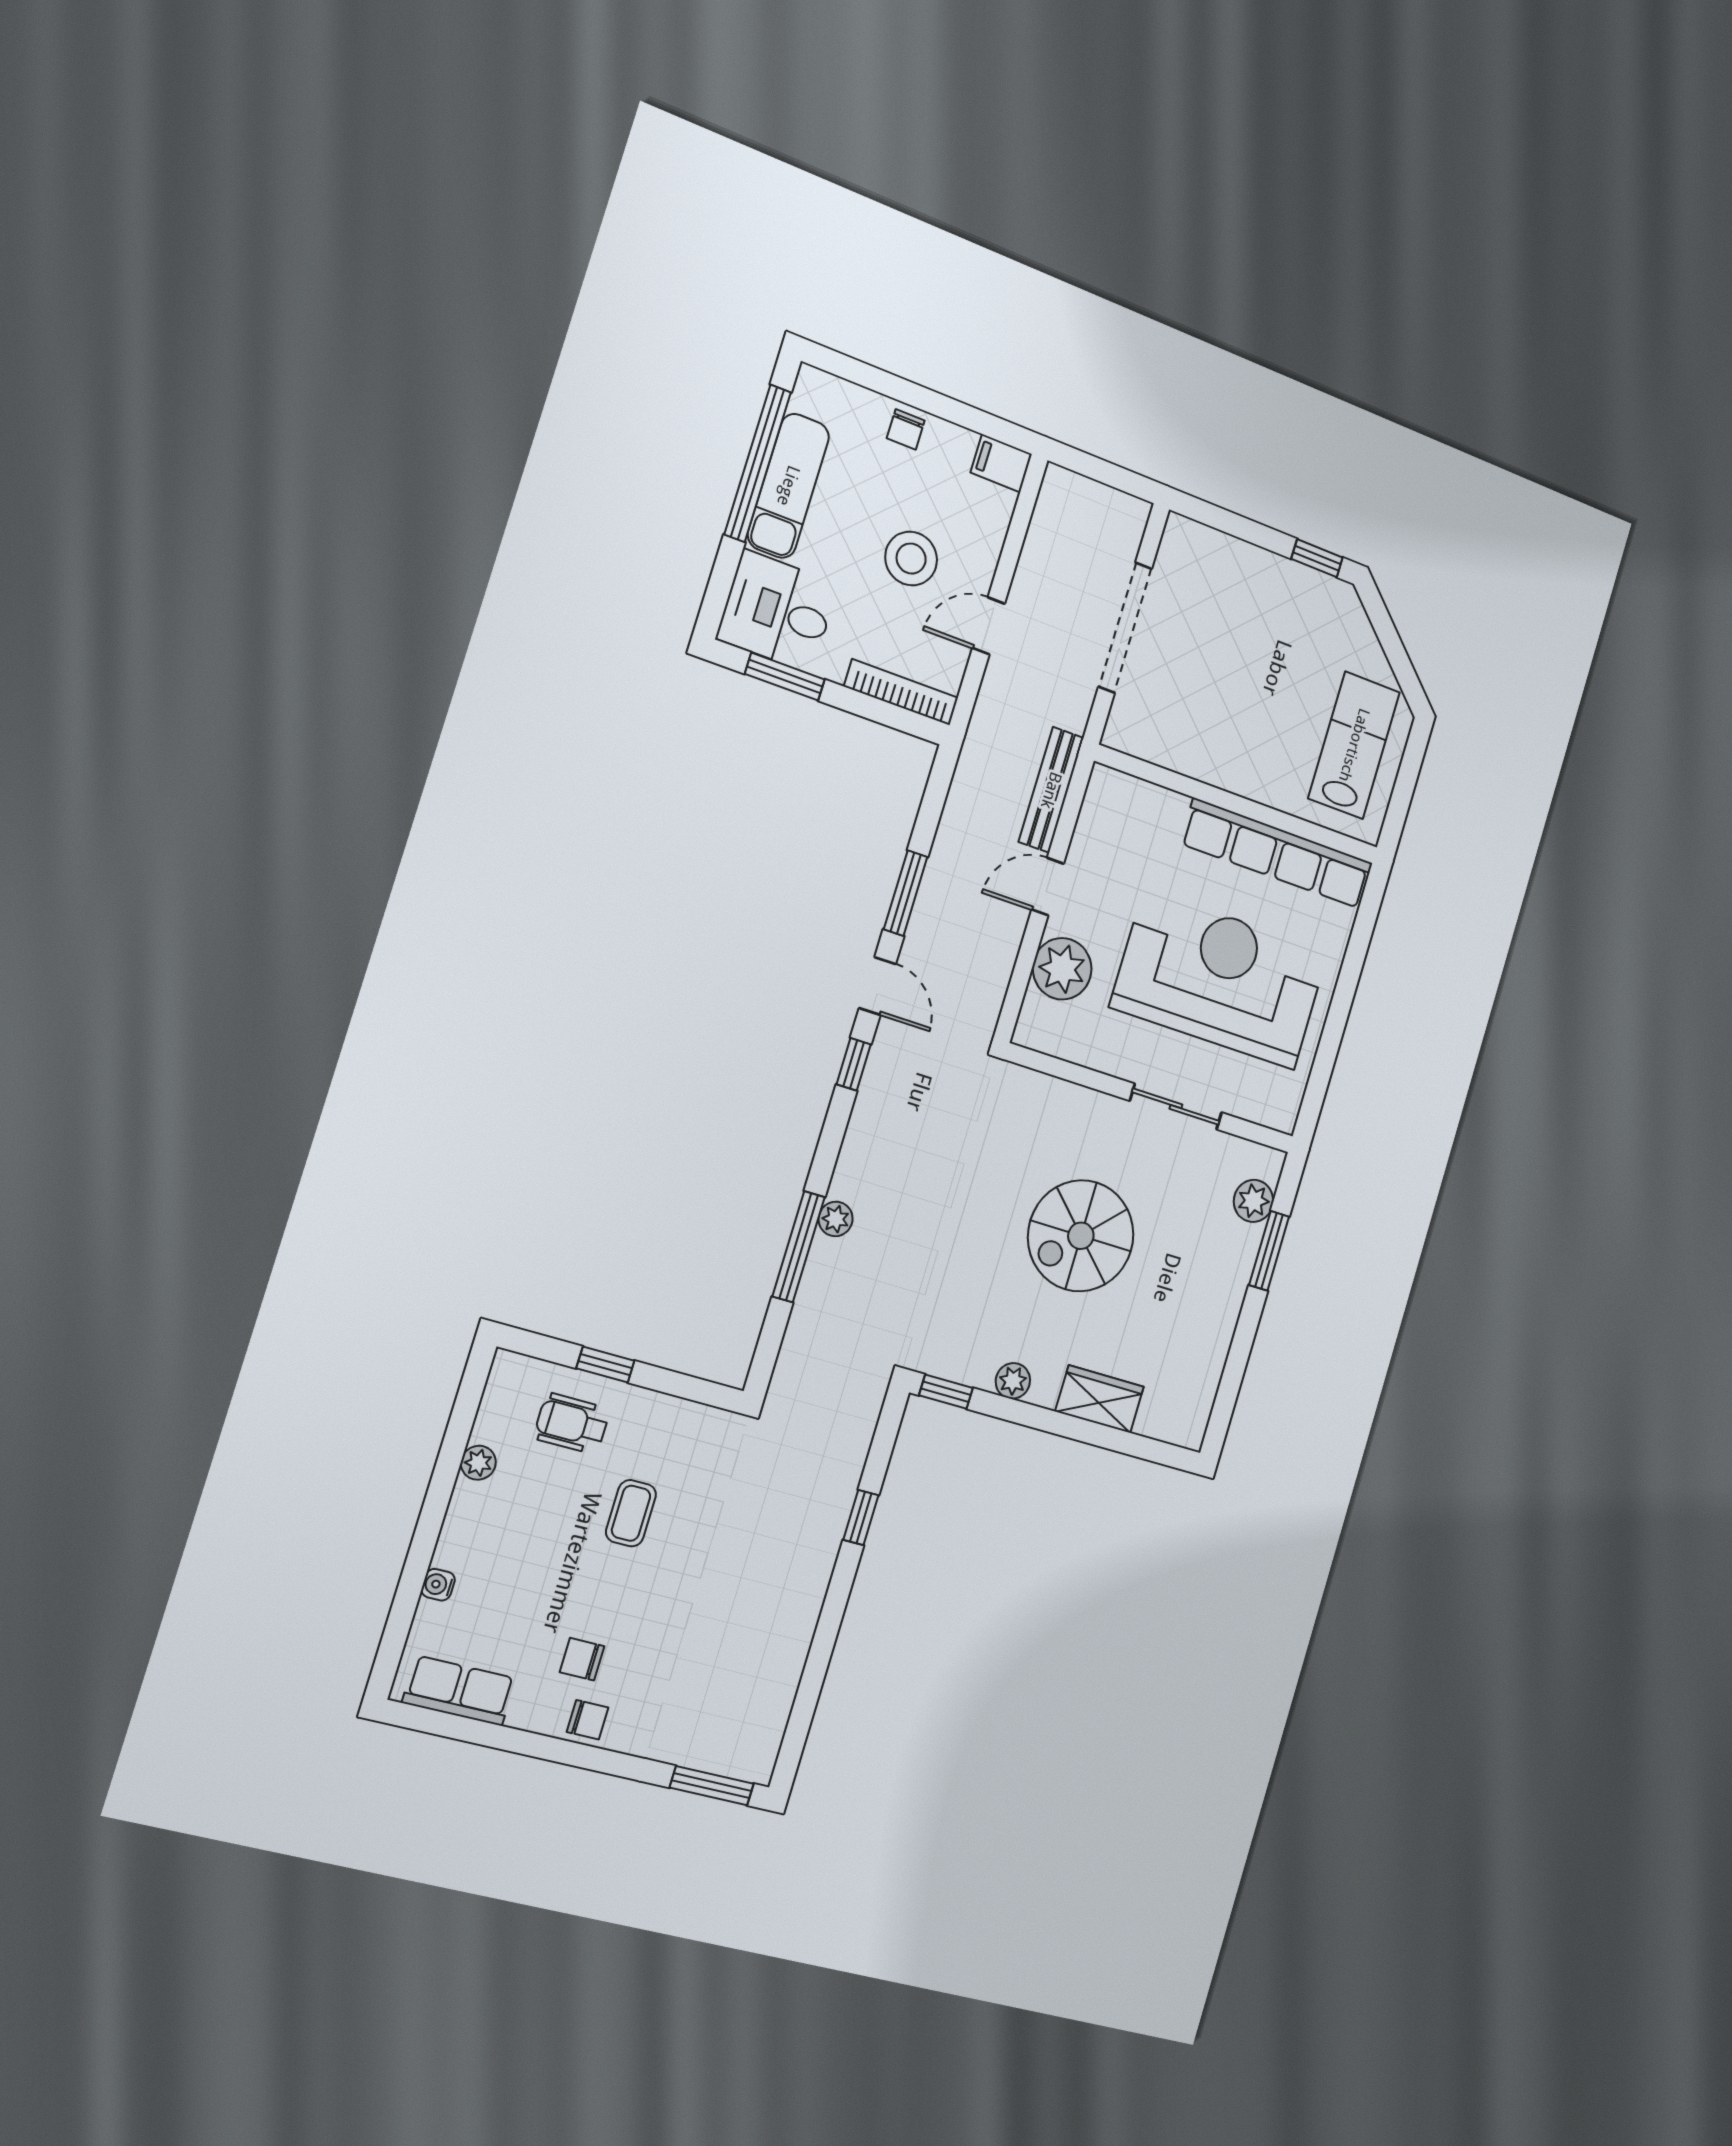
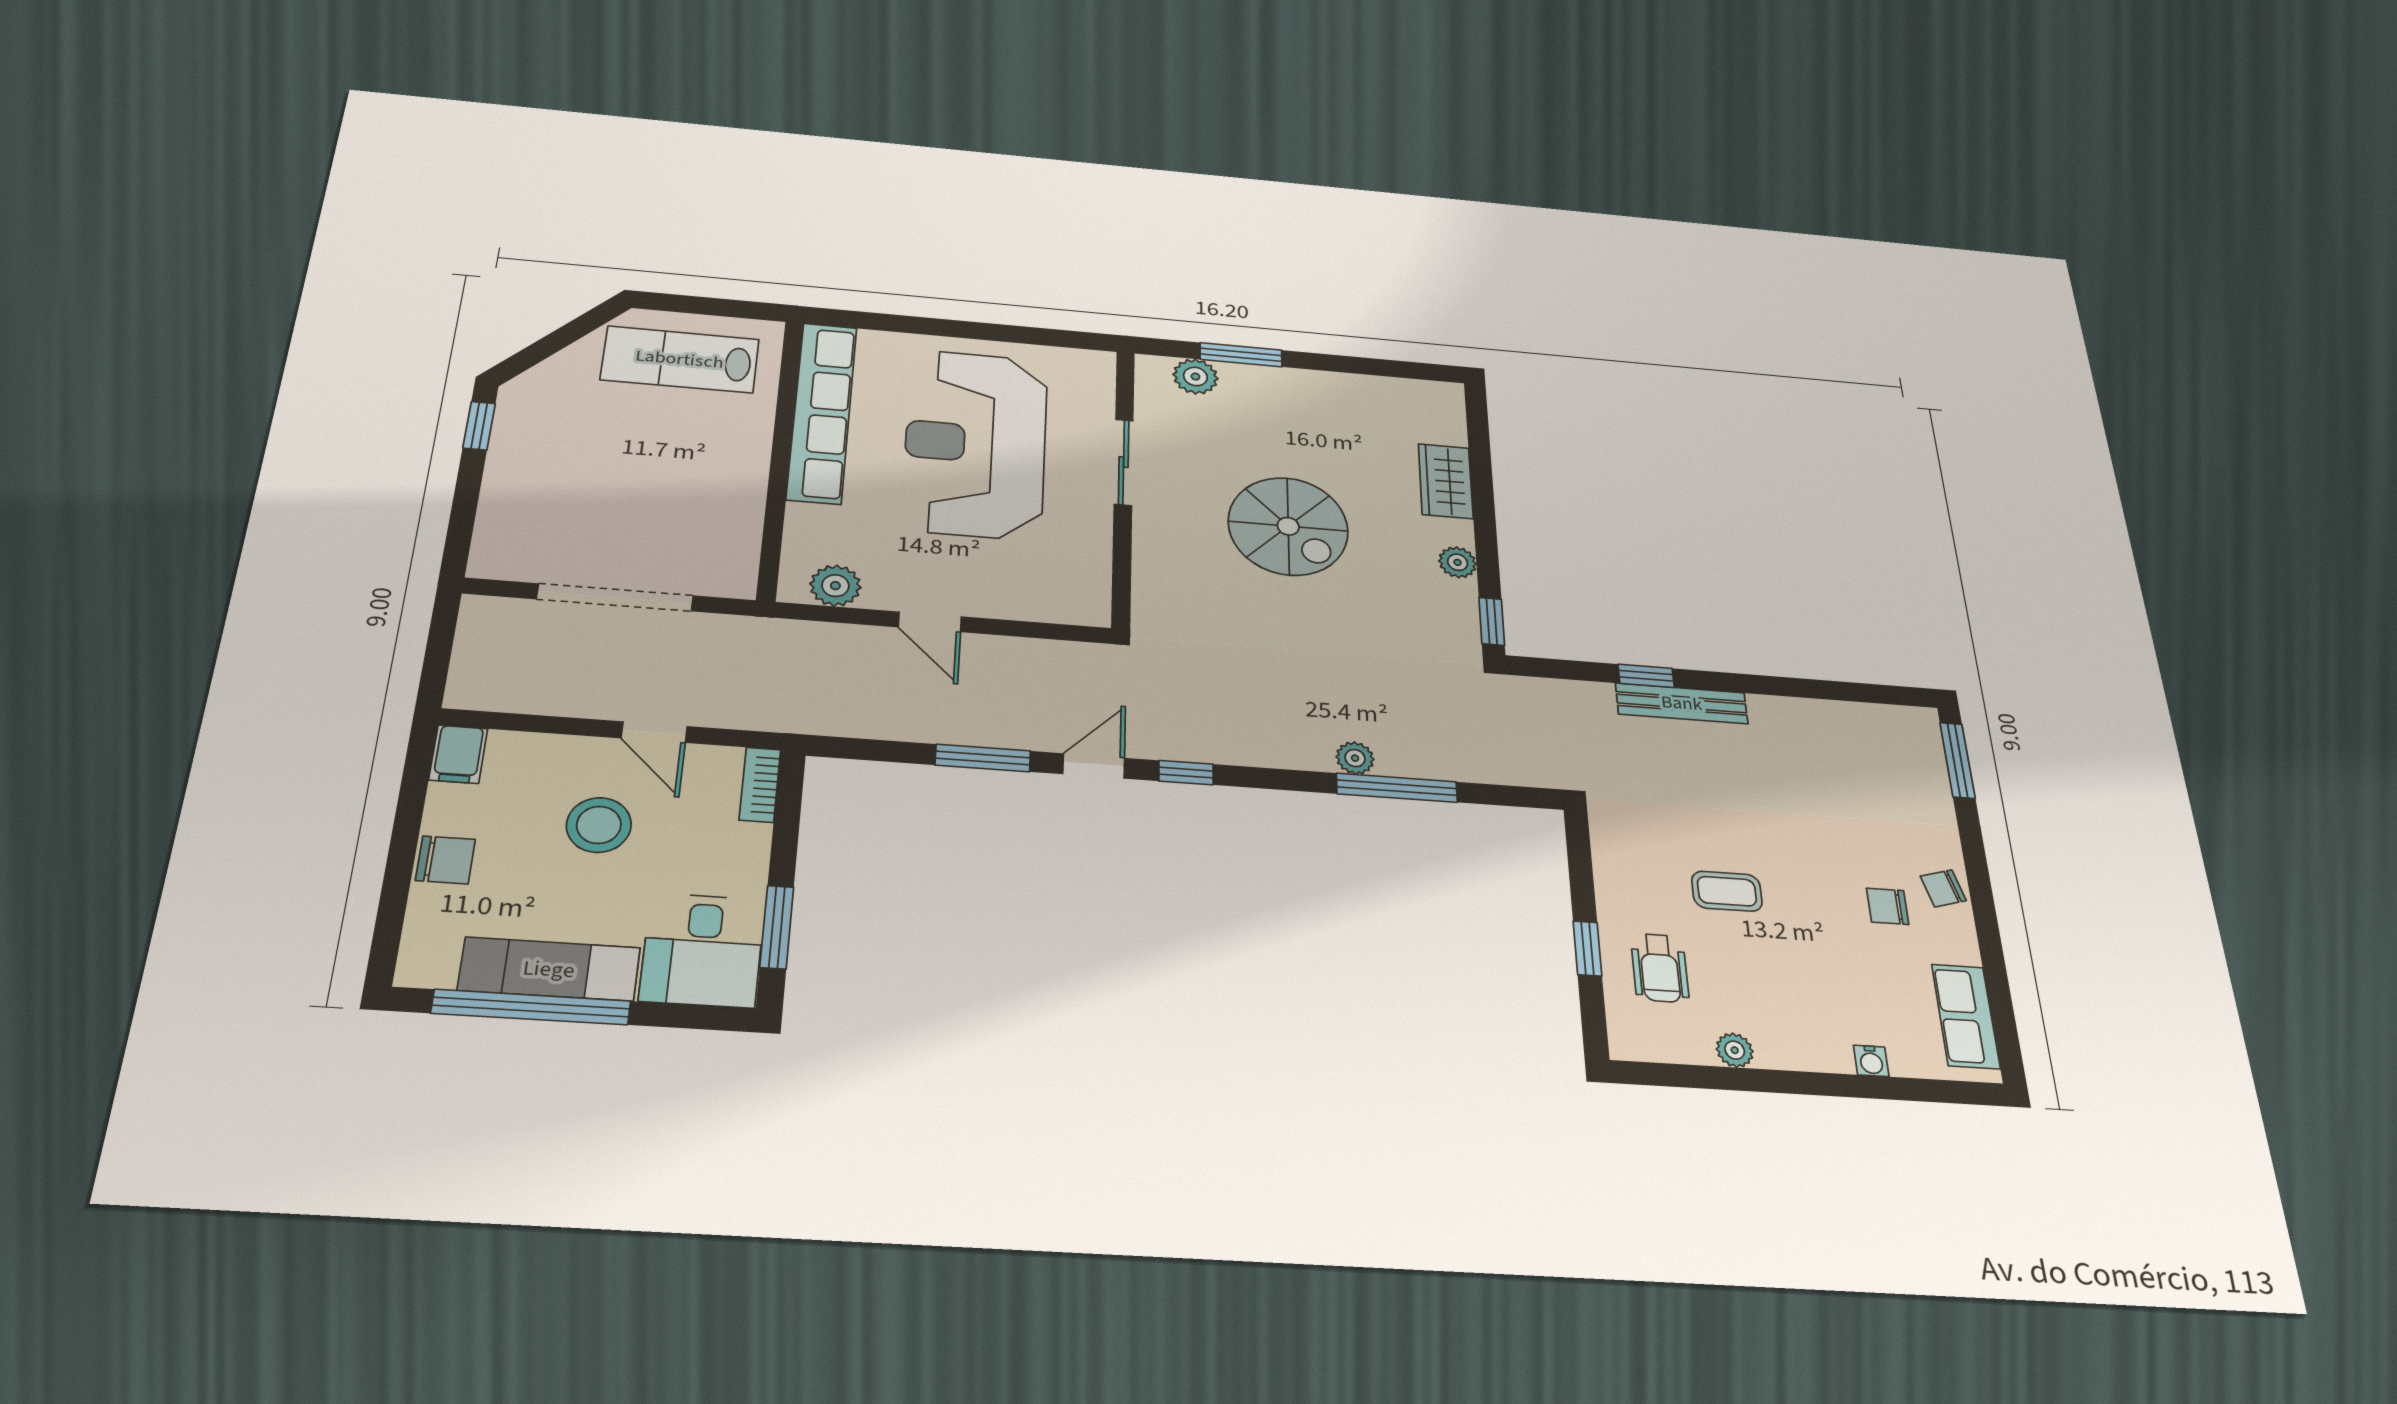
chair: (906, 429) -> (445, 860), width x1.37, depth x1.37
bookcase: (901, 692) -> (760, 785), width x0.64
bench: (1051, 790) -> (1682, 703), moved
plant: (1062, 969) -> (835, 586), moved, width x0.73, depth x0.73
chair: (582, 1659) -> (1888, 906), turned 90
chair: (588, 1720) -> (1943, 888), turned -106

